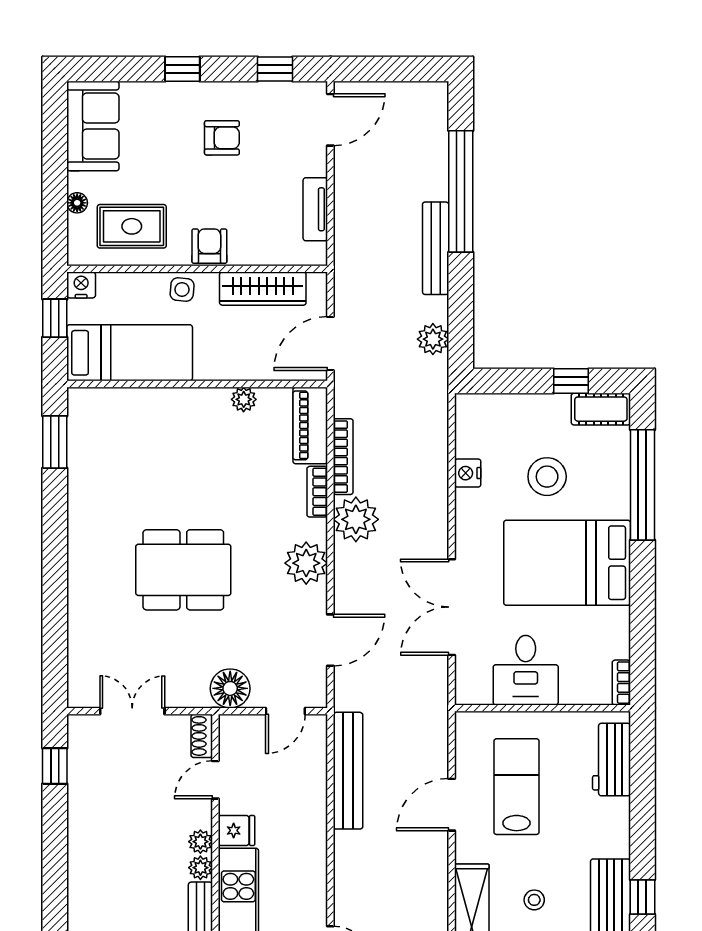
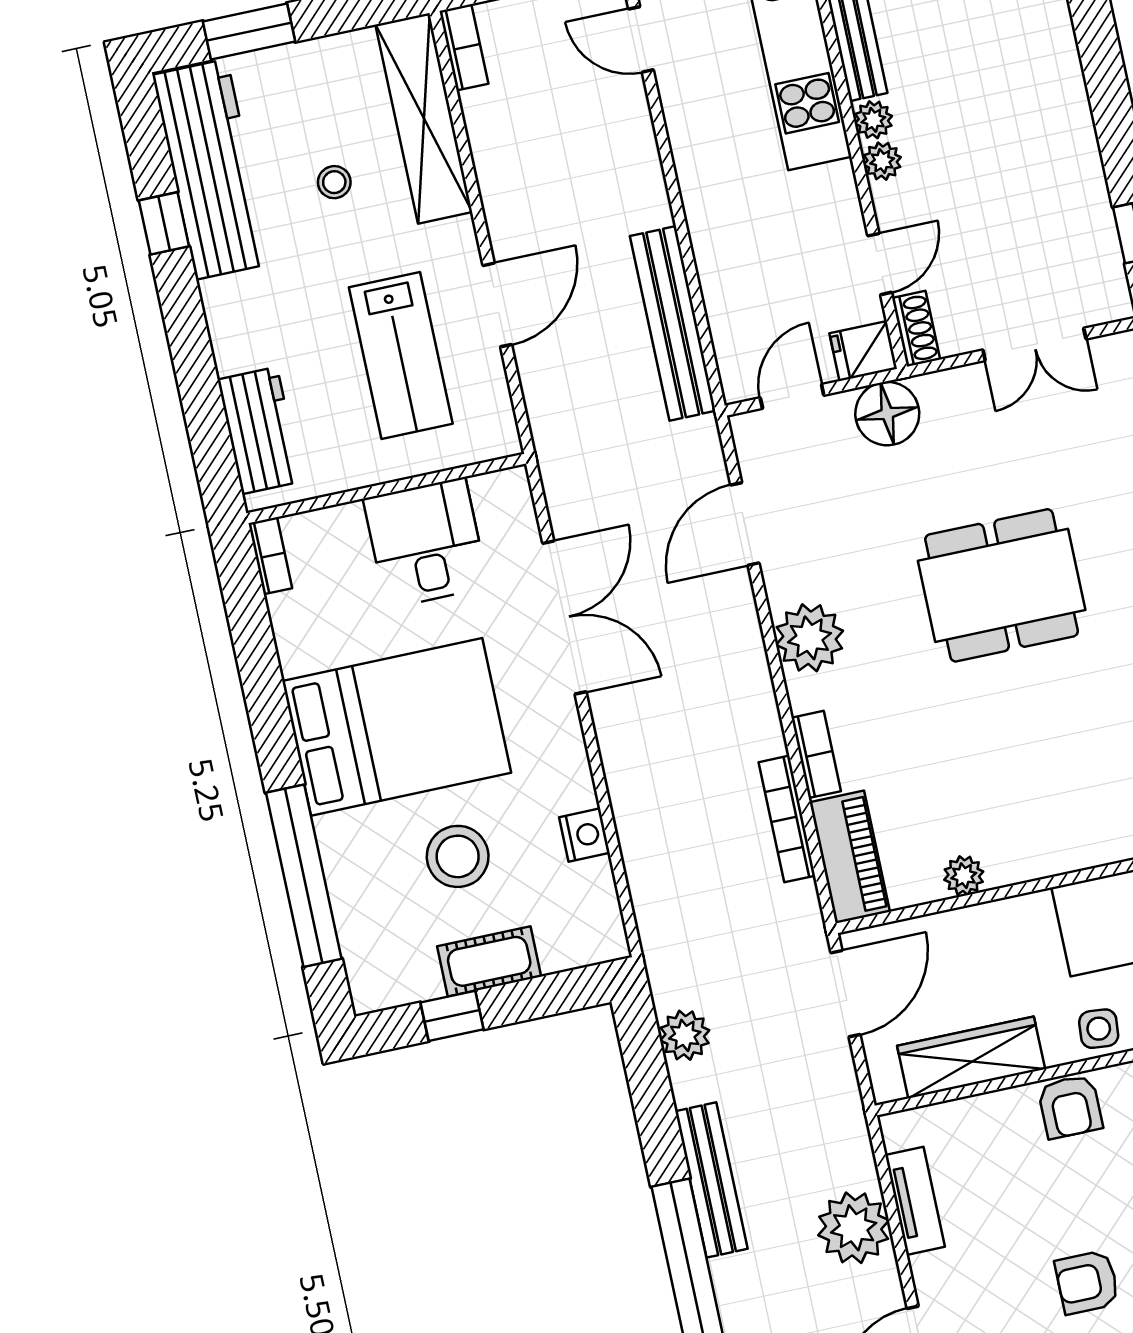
cot: (601, 409) -> (489, 961), moved
plant: (356, 519) -> (854, 1228), moved
fridge: (236, 830) -> (863, 351), moved

